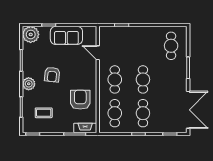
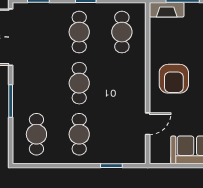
door: (98, 53) -> (148, 124), hinge flipped
cafe table: (115, 79) -> (79, 134), moved
armchair: (80, 100) -> (174, 79), moved

